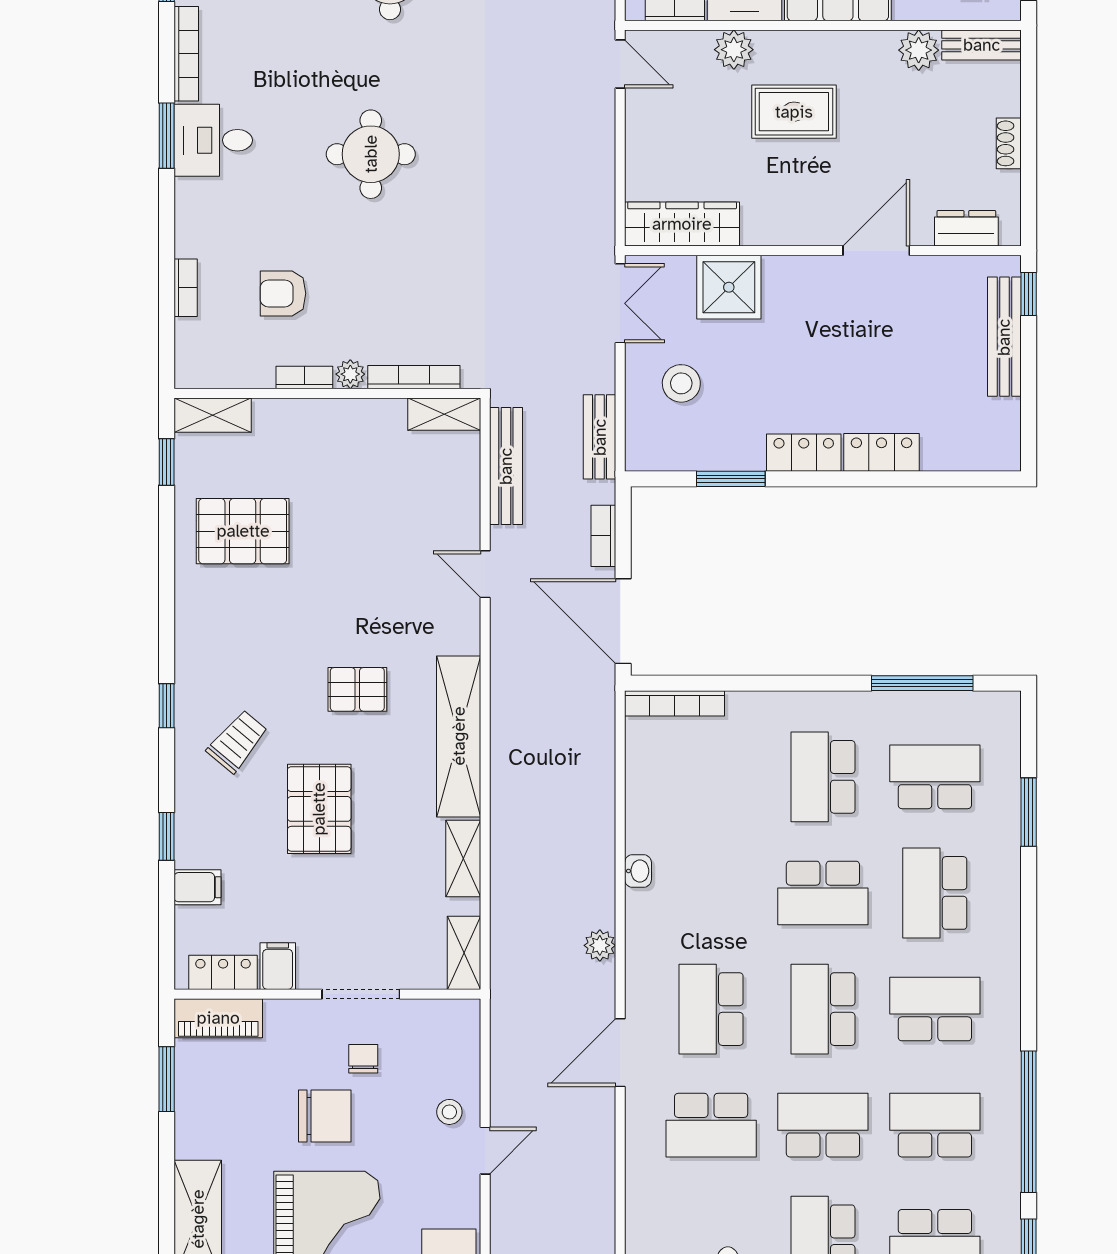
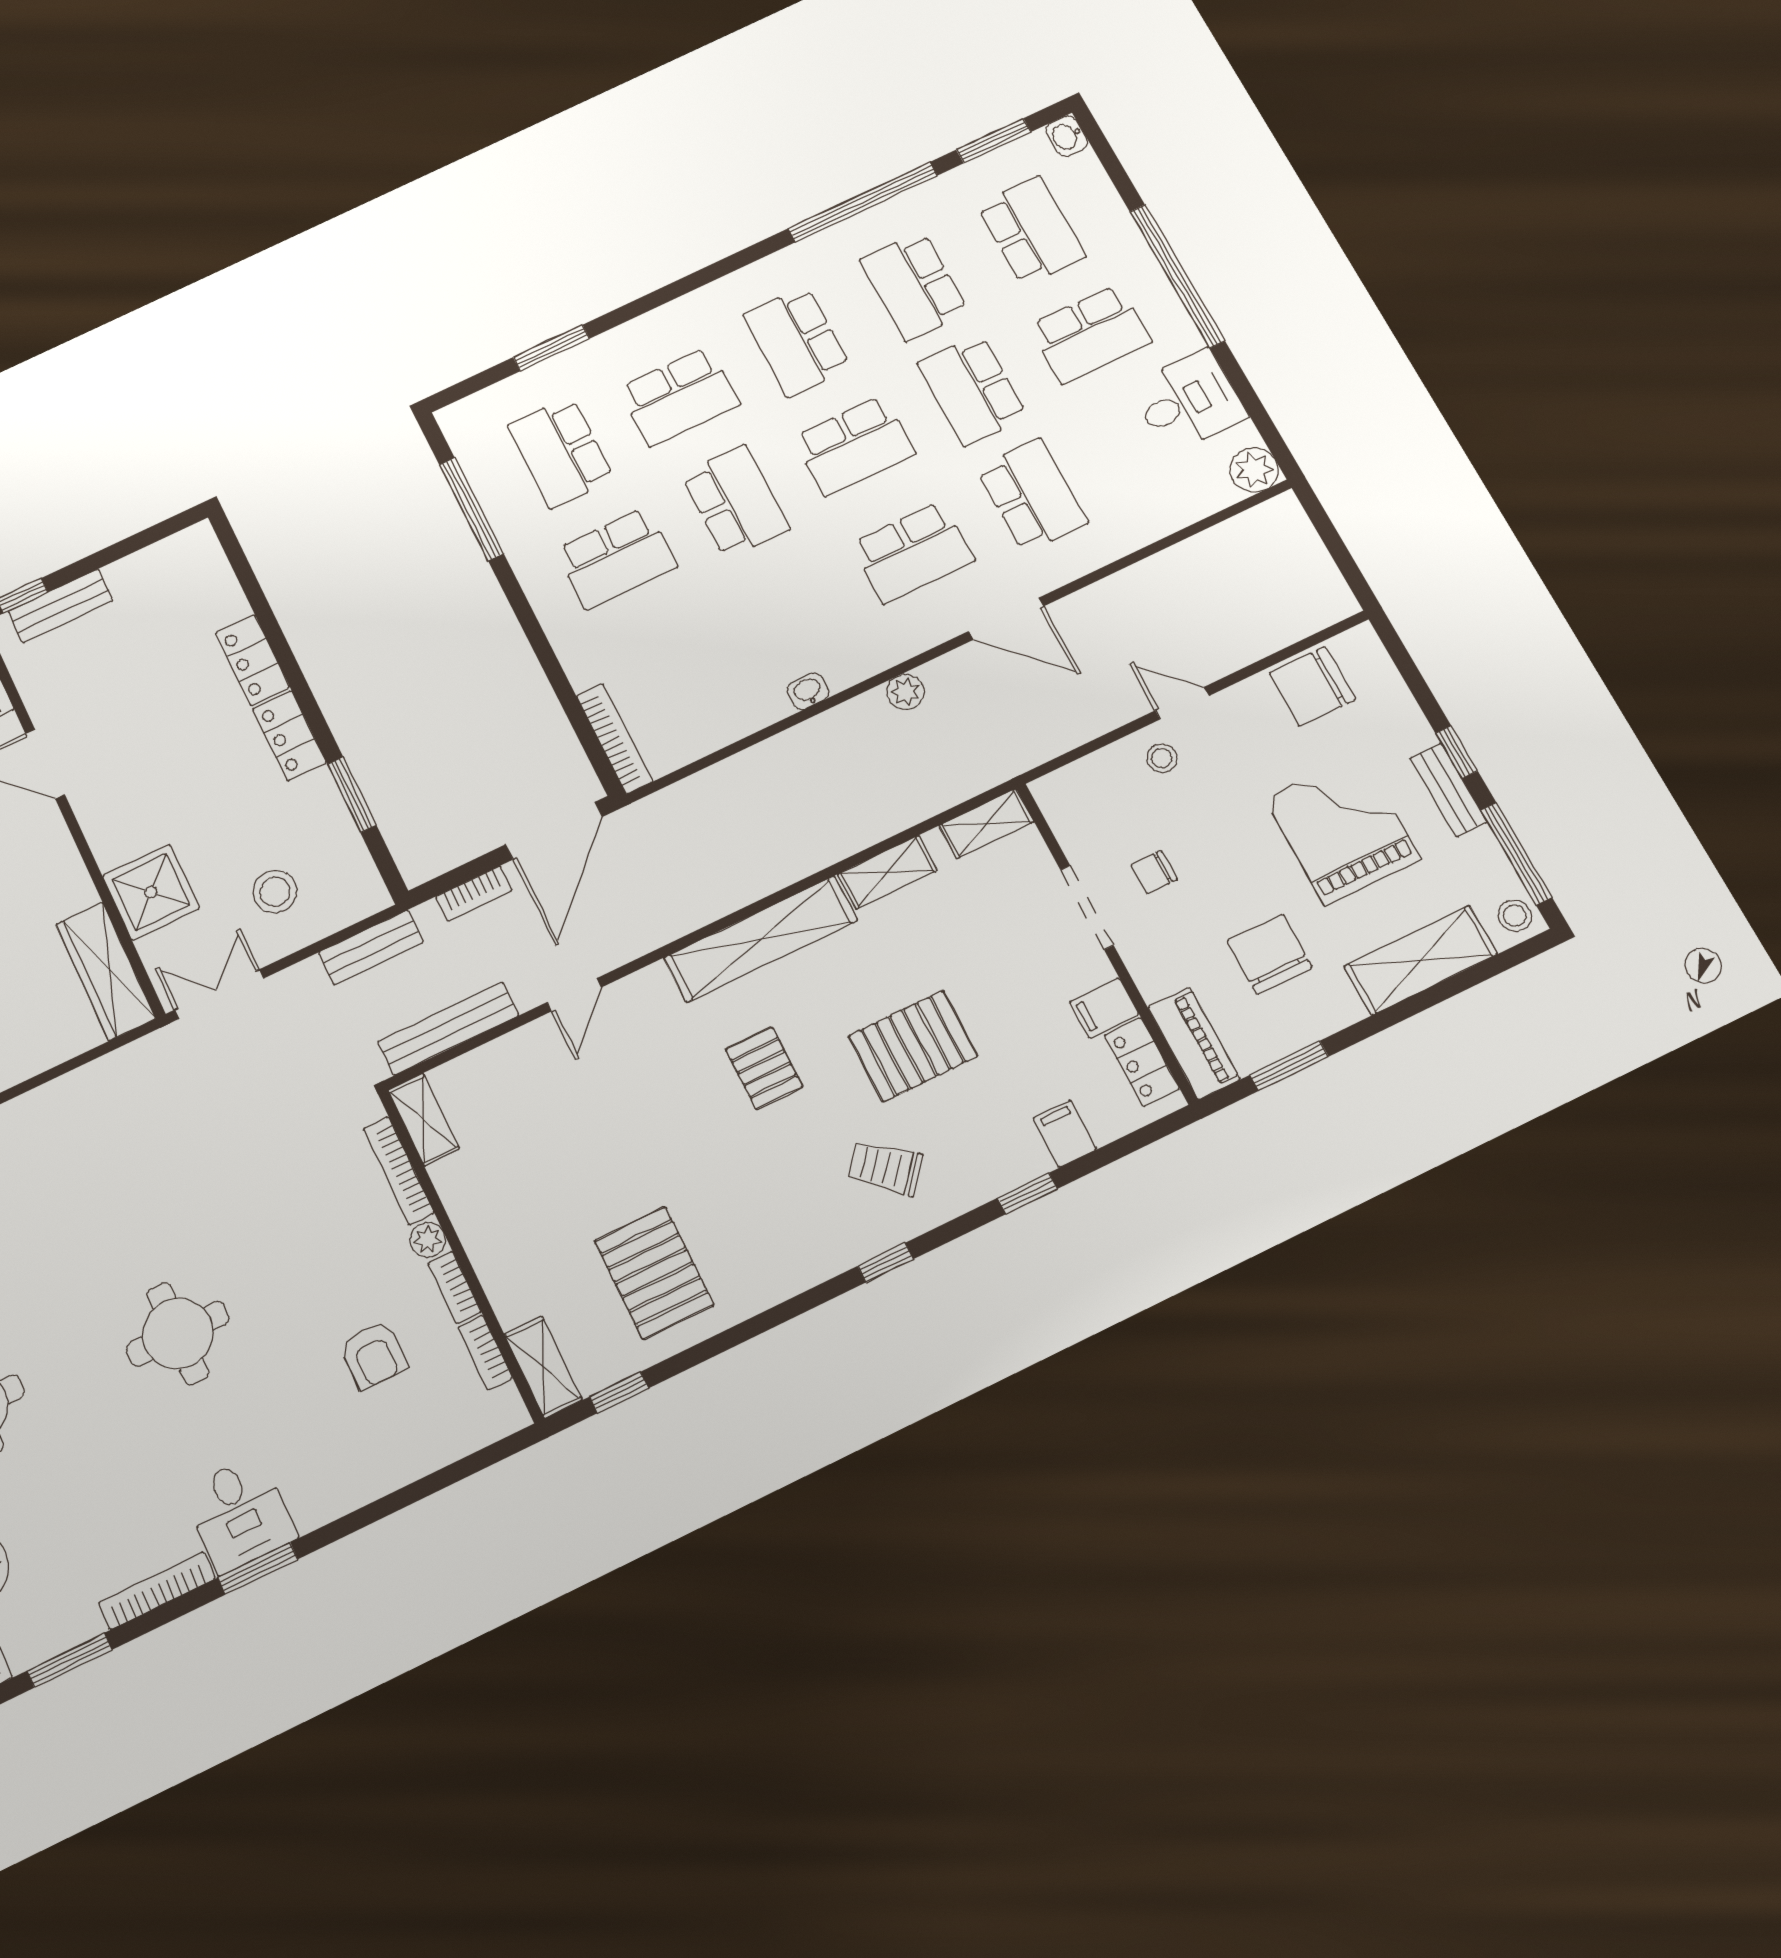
bookcase: (186, 288) -> (485, 1353), moved, turned -90
bench: (1004, 337) -> (60, 606), width x0.73
chair: (325, 1116) -> (1270, 954), moved

